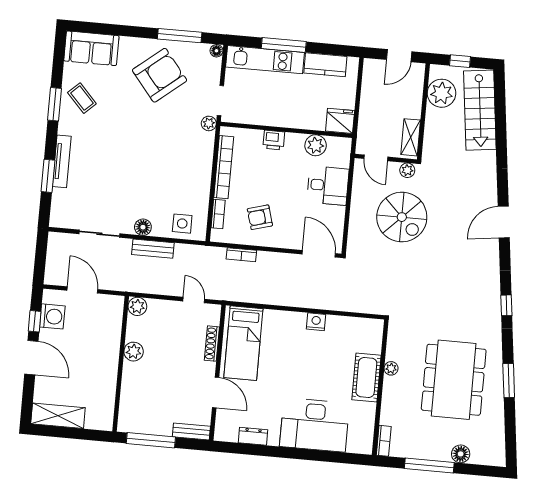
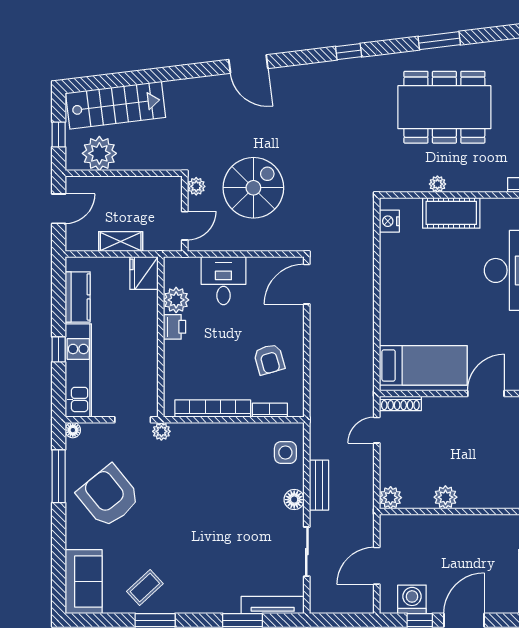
window: (284, 45) -> (59, 349), width x0.46
door: (399, 56) -> (59, 209), hinge flipped
shelving: (411, 137) -> (121, 241), moved
printer: (274, 140) -> (174, 327), moved
tv unit: (62, 161) -> (273, 605), moved
bookcase: (241, 255) -> (317, 378), removed
nightstand: (316, 322) -> (389, 221), moved
shoe rack: (212, 344) -> (400, 403), moved

